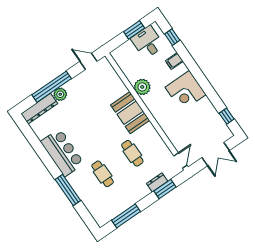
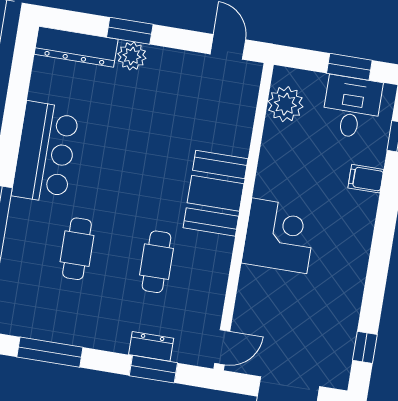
window: (52, 87) -> (130, 31), width x0.47
plant: (142, 87) -> (285, 104), moved
corner desk: (186, 91) -> (279, 236), moved, turned 180

